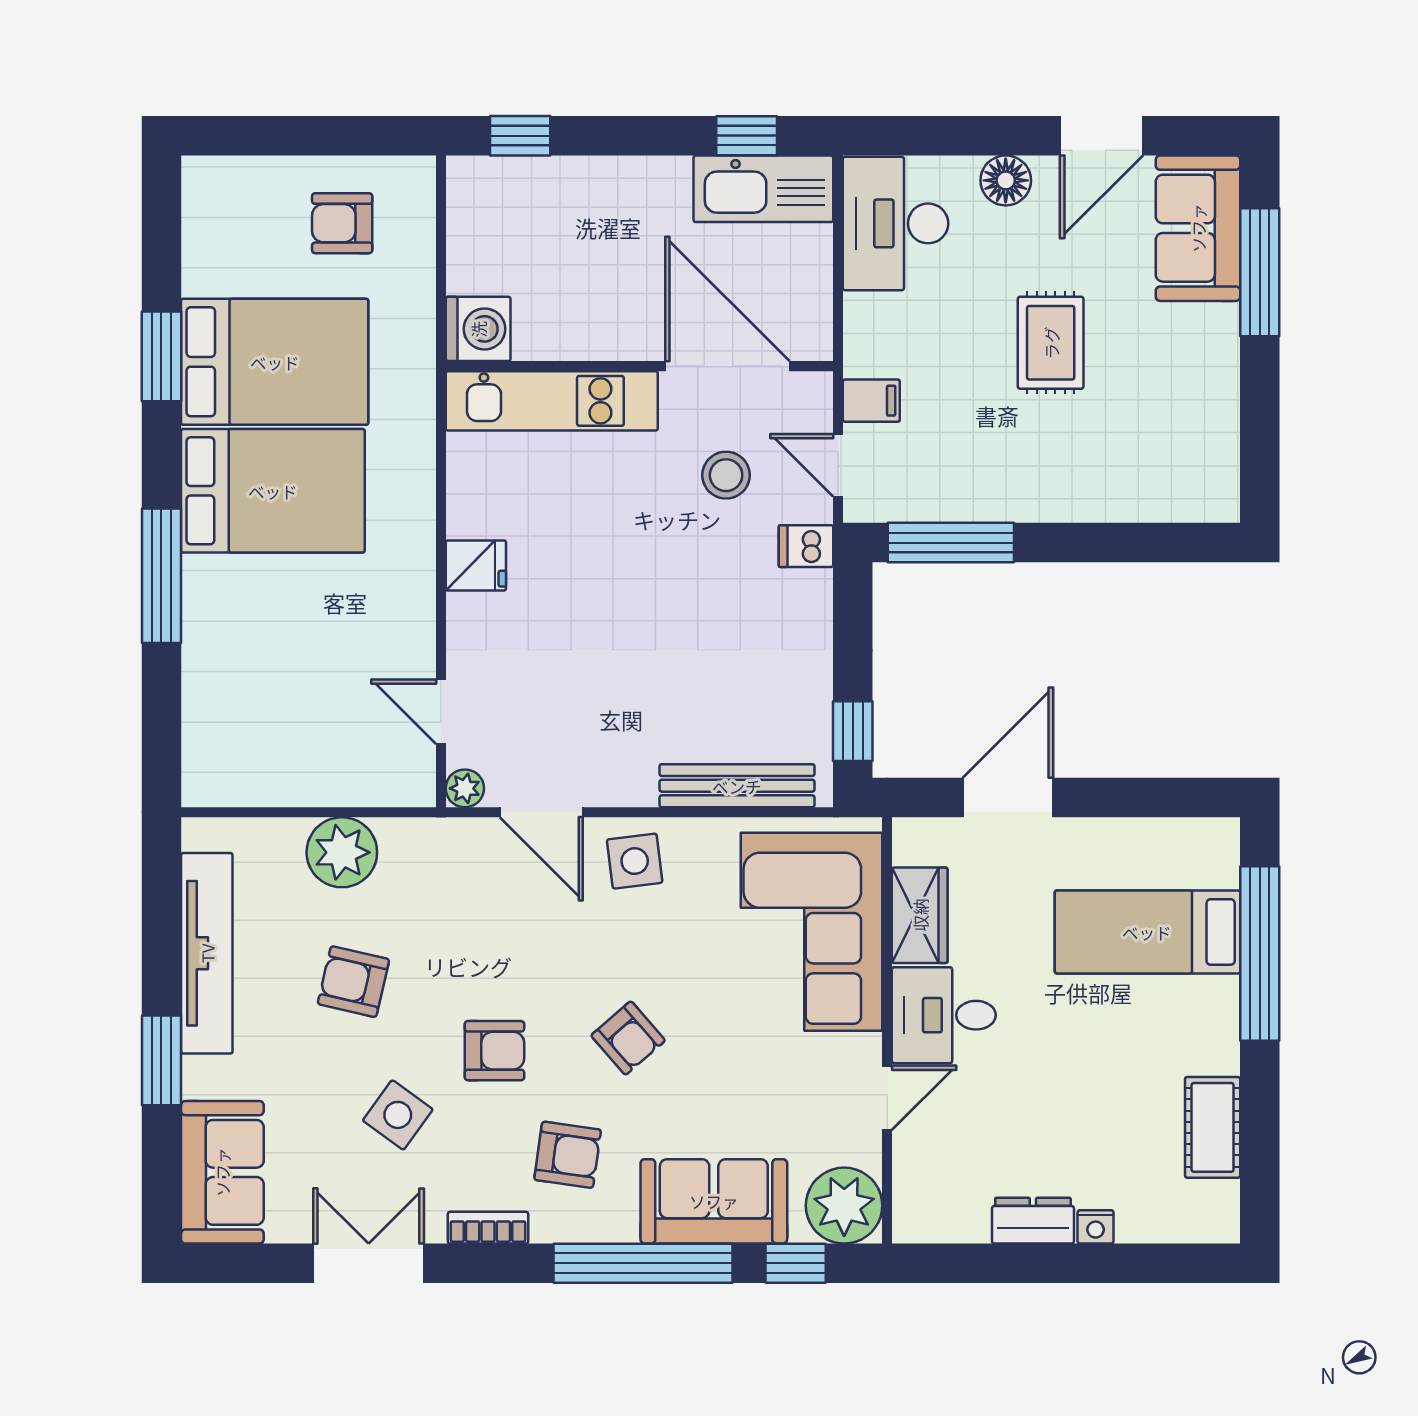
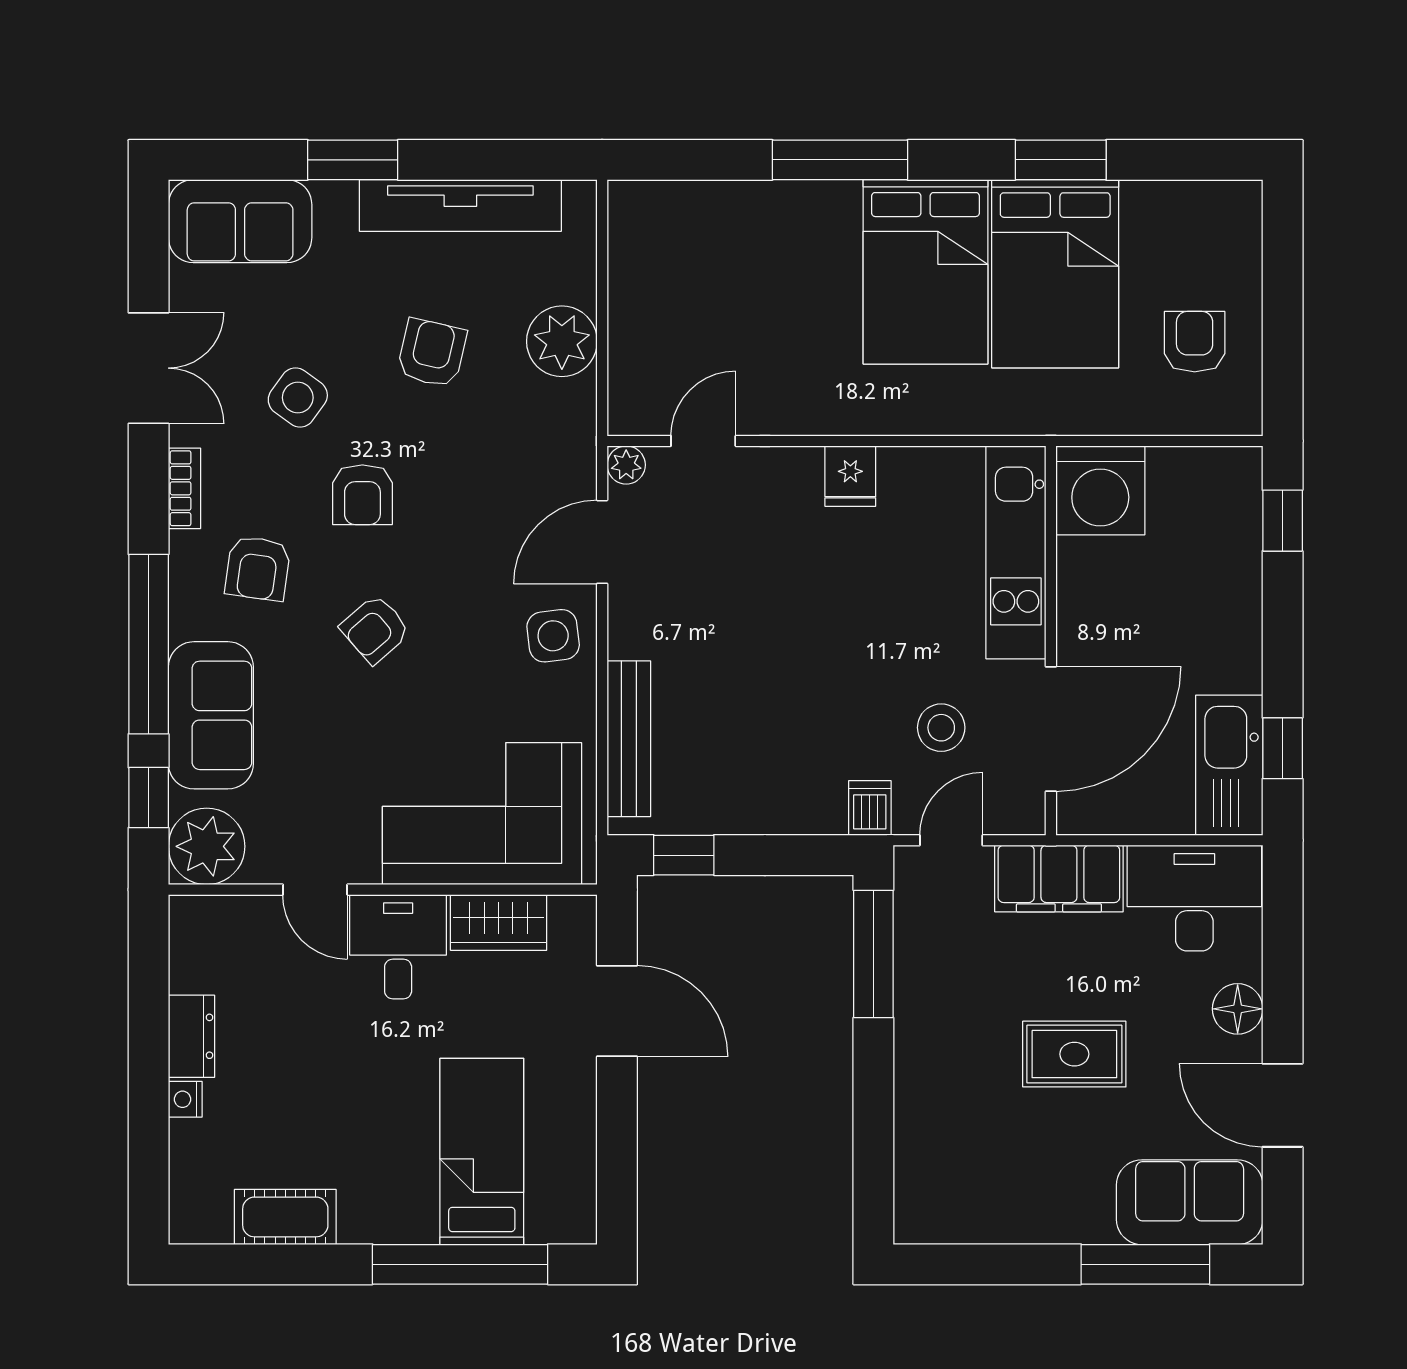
washing machine: (478, 329) -> (1100, 490), width x1.37, depth x1.37
filing cabinet: (871, 401) -> (1059, 879), width x3.00, depth x1.17

